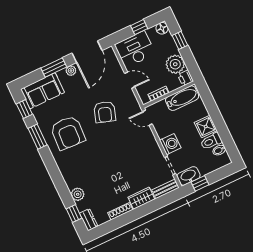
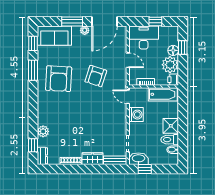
floor lamp: (162, 28) -> (173, 50), moved
washing machine: (170, 144) -> (136, 115), moved

